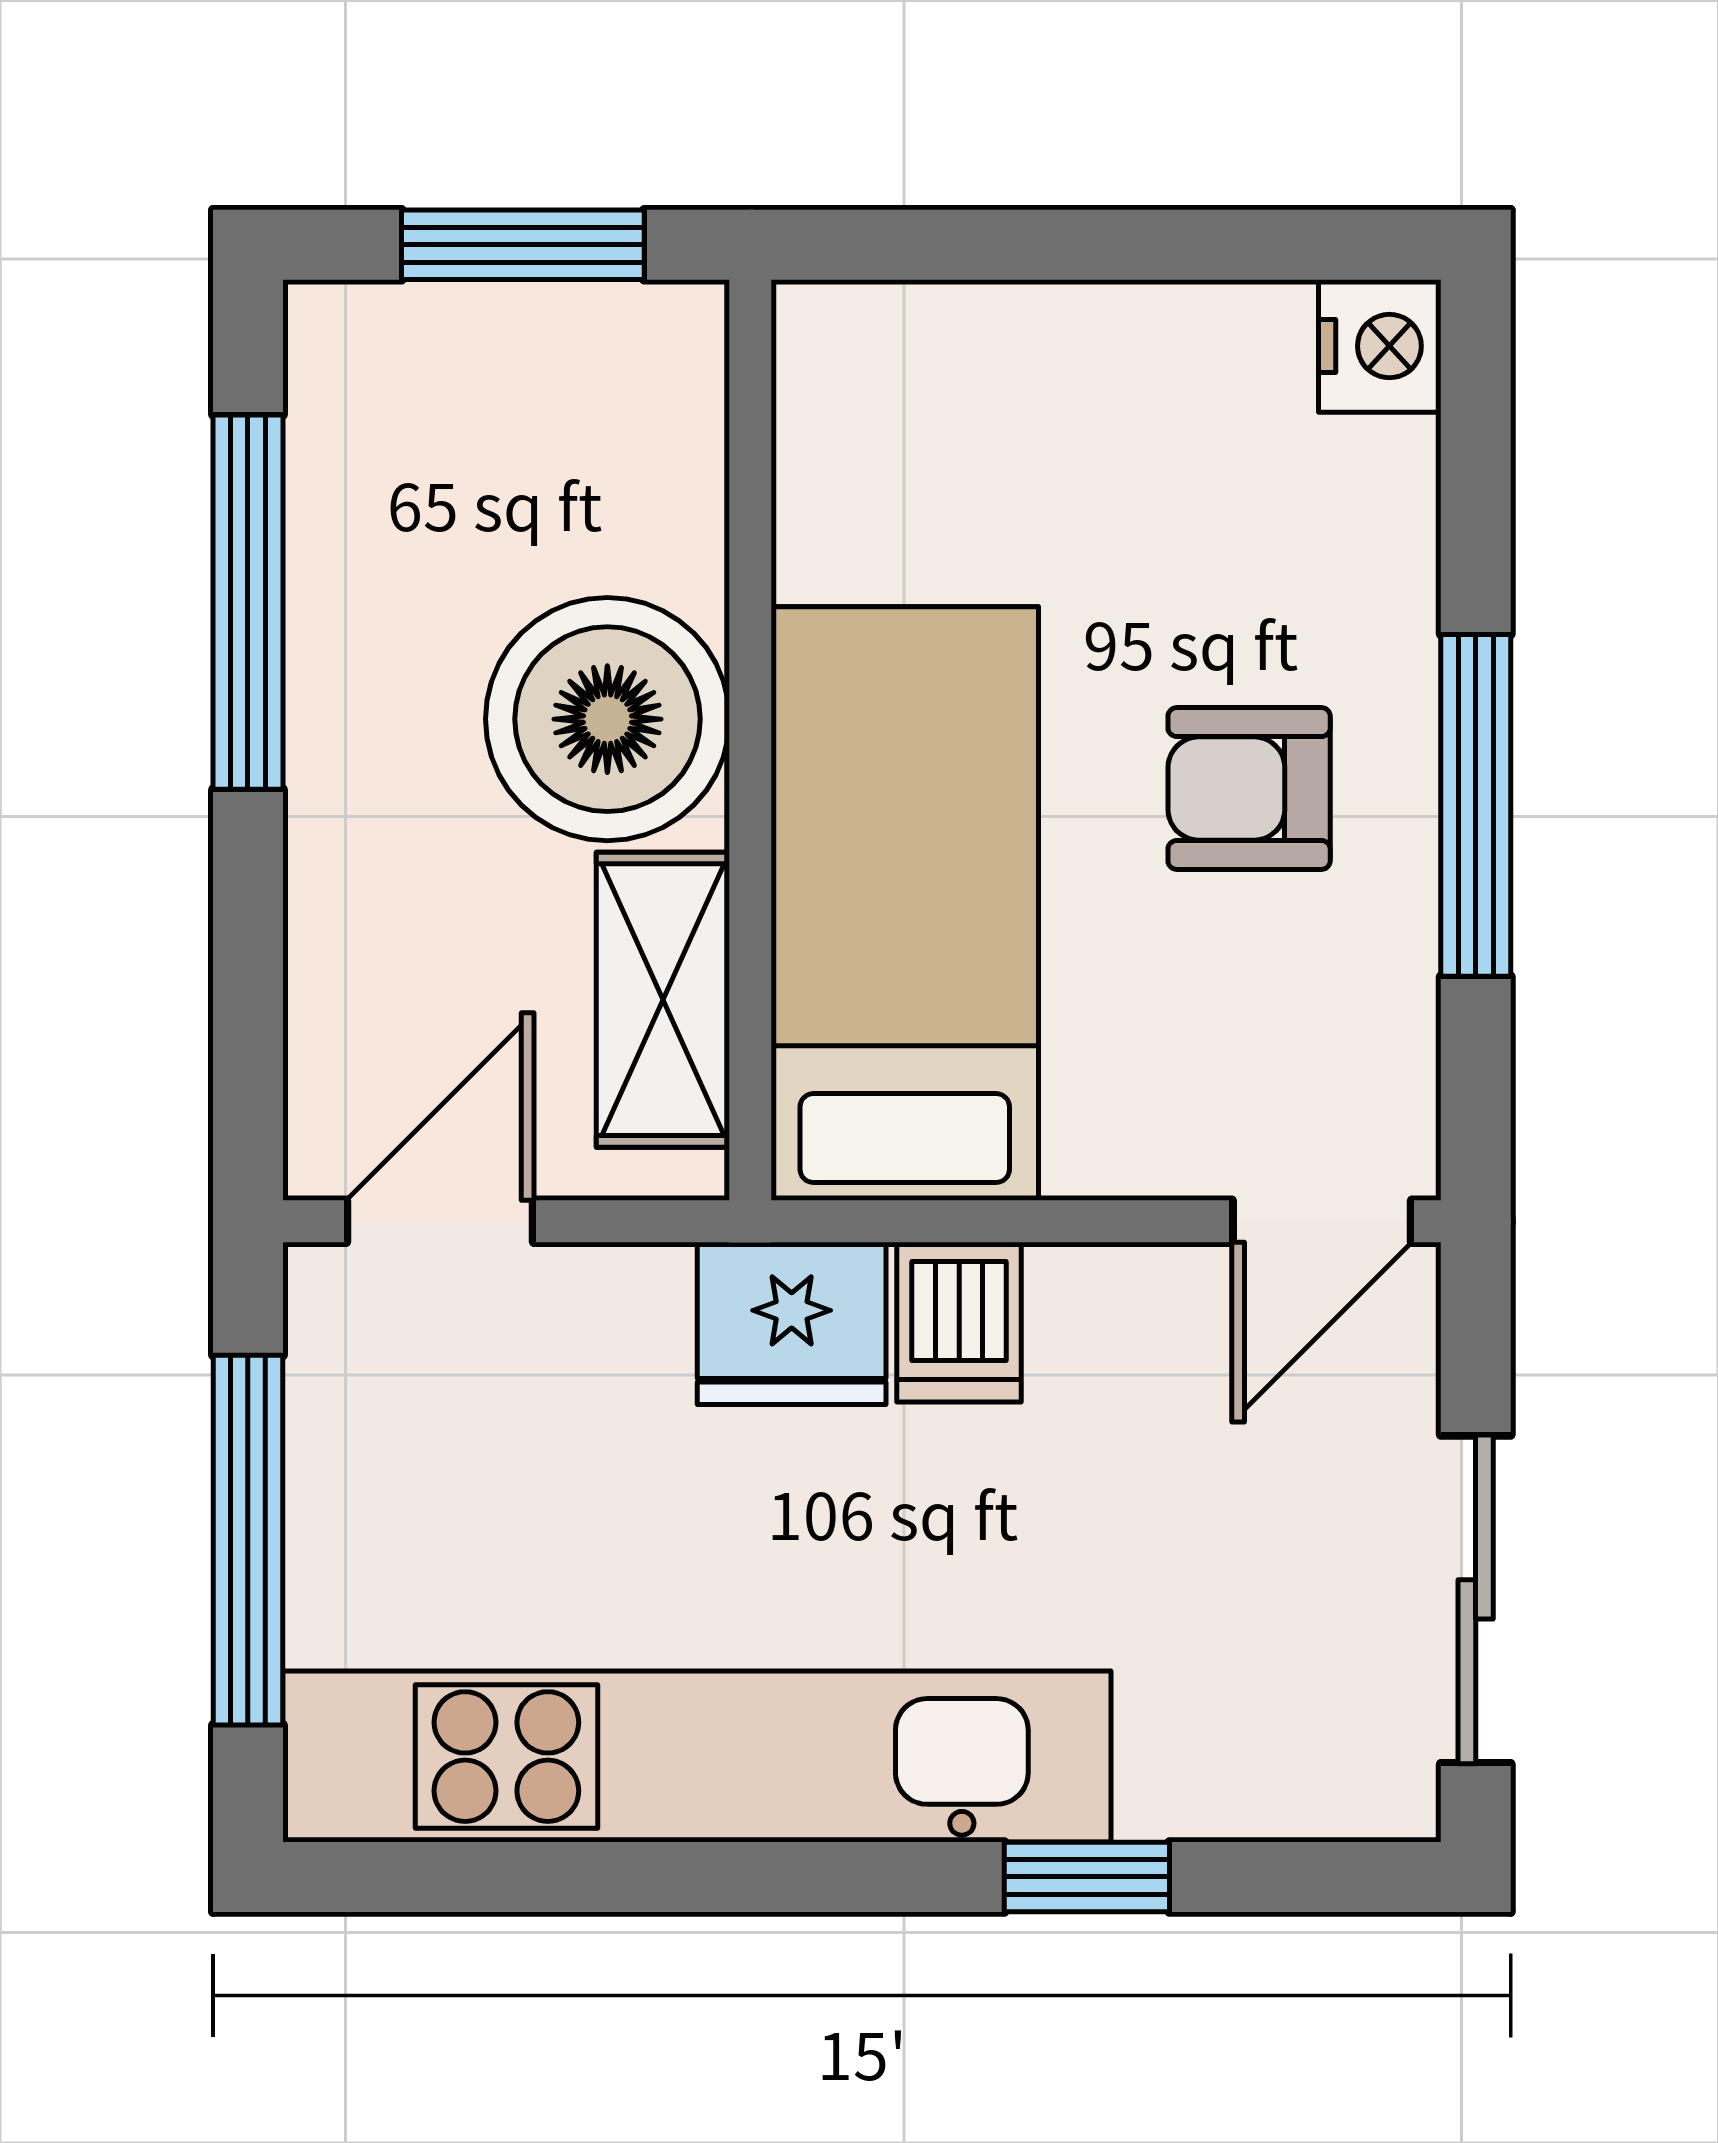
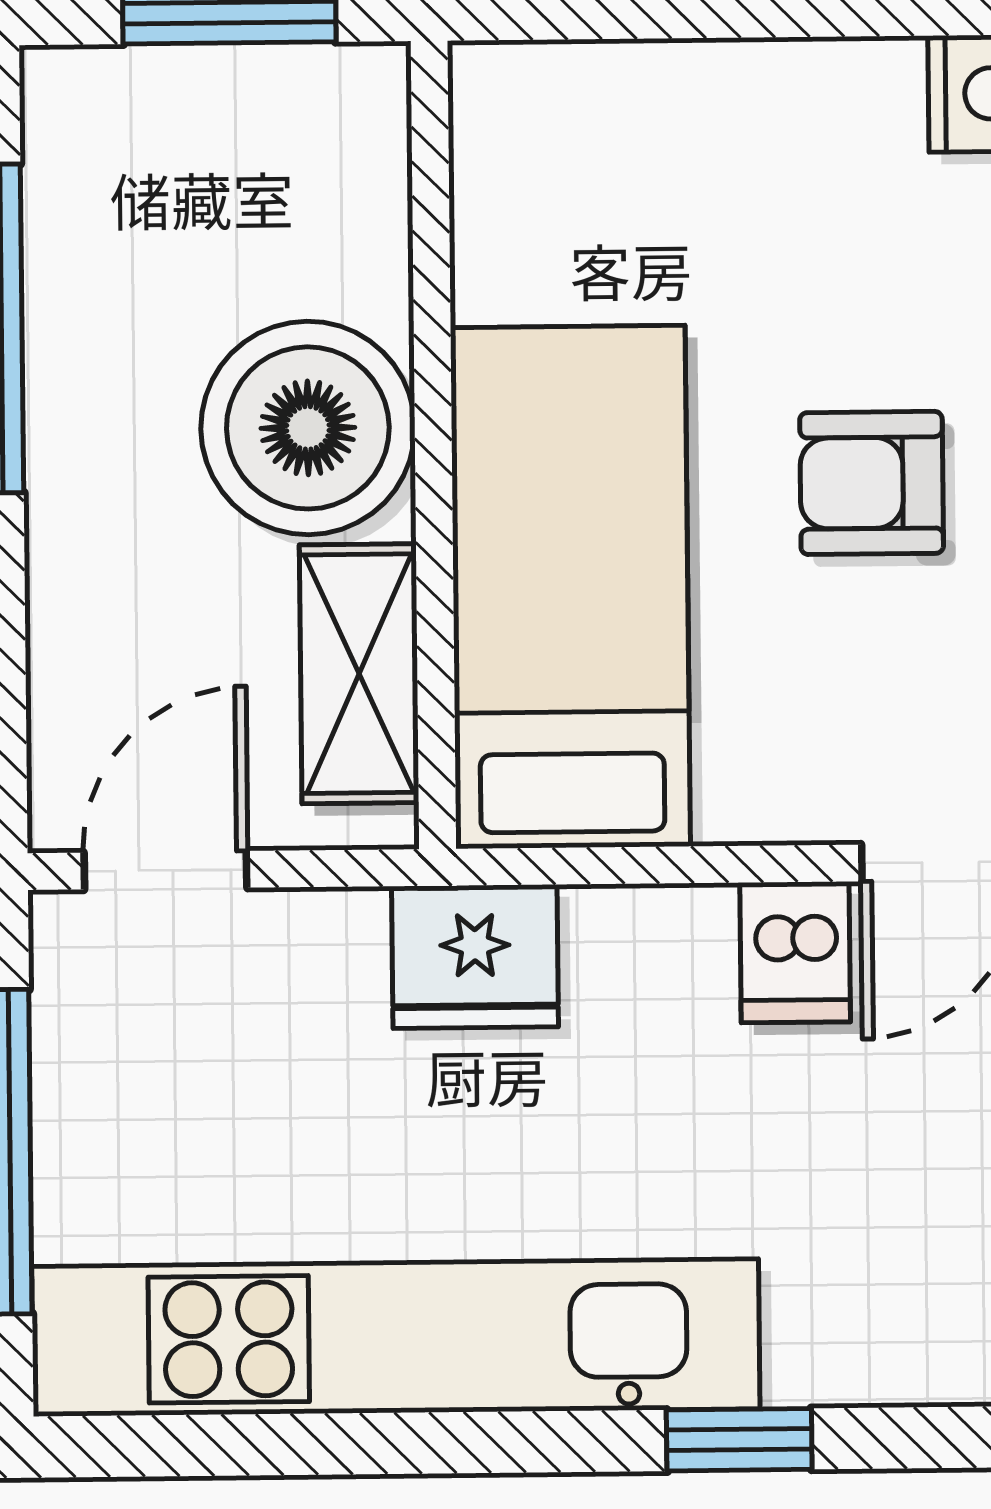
dishwasher: (959, 1322) -> (795, 952), moved

